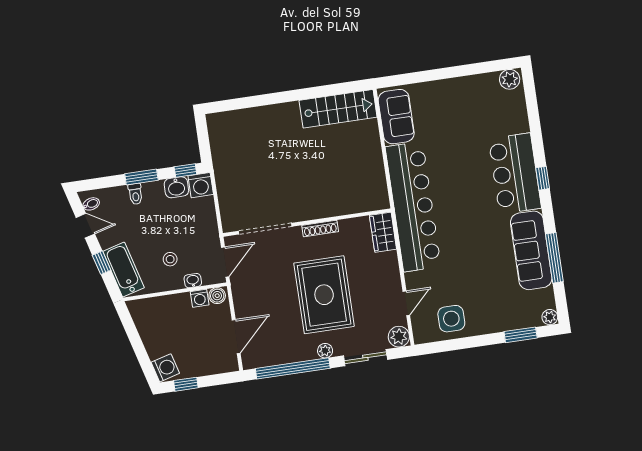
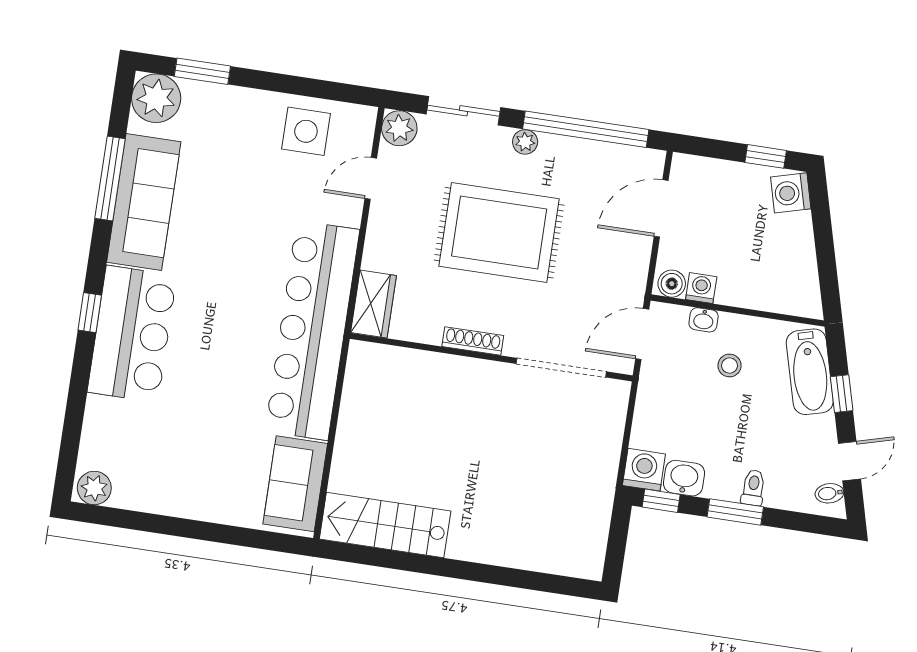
door: (85, 226) -> (849, 461), swing flipped
rug: (324, 295) -> (499, 233), turned 90
plant: (550, 317) -> (156, 98), width x1.88, depth x1.88

